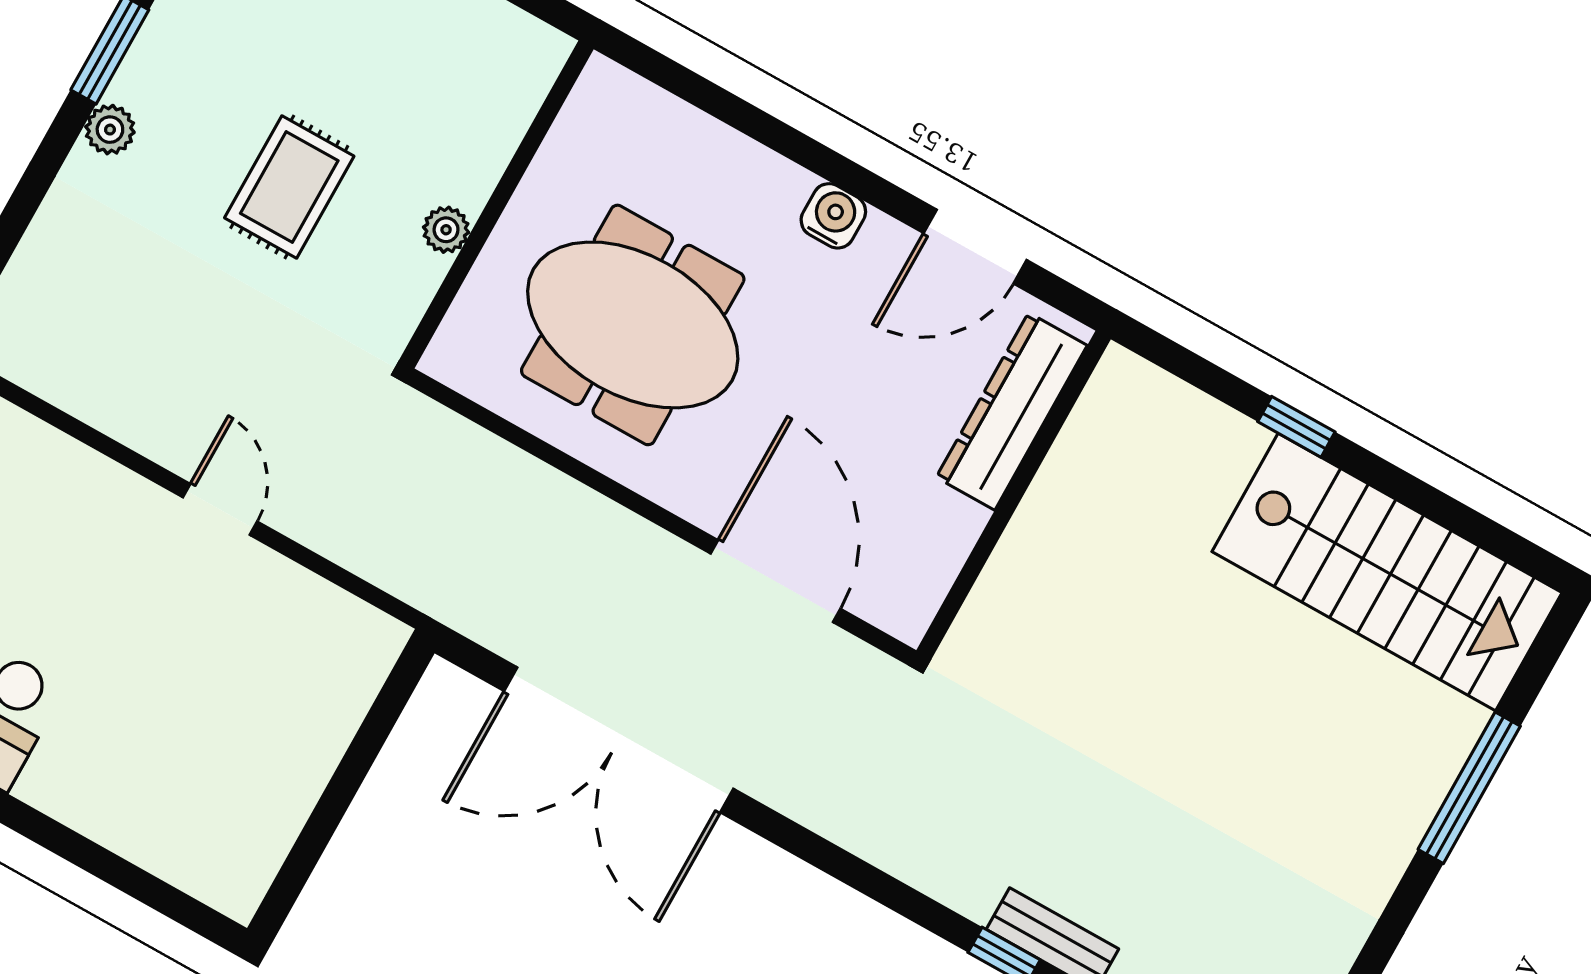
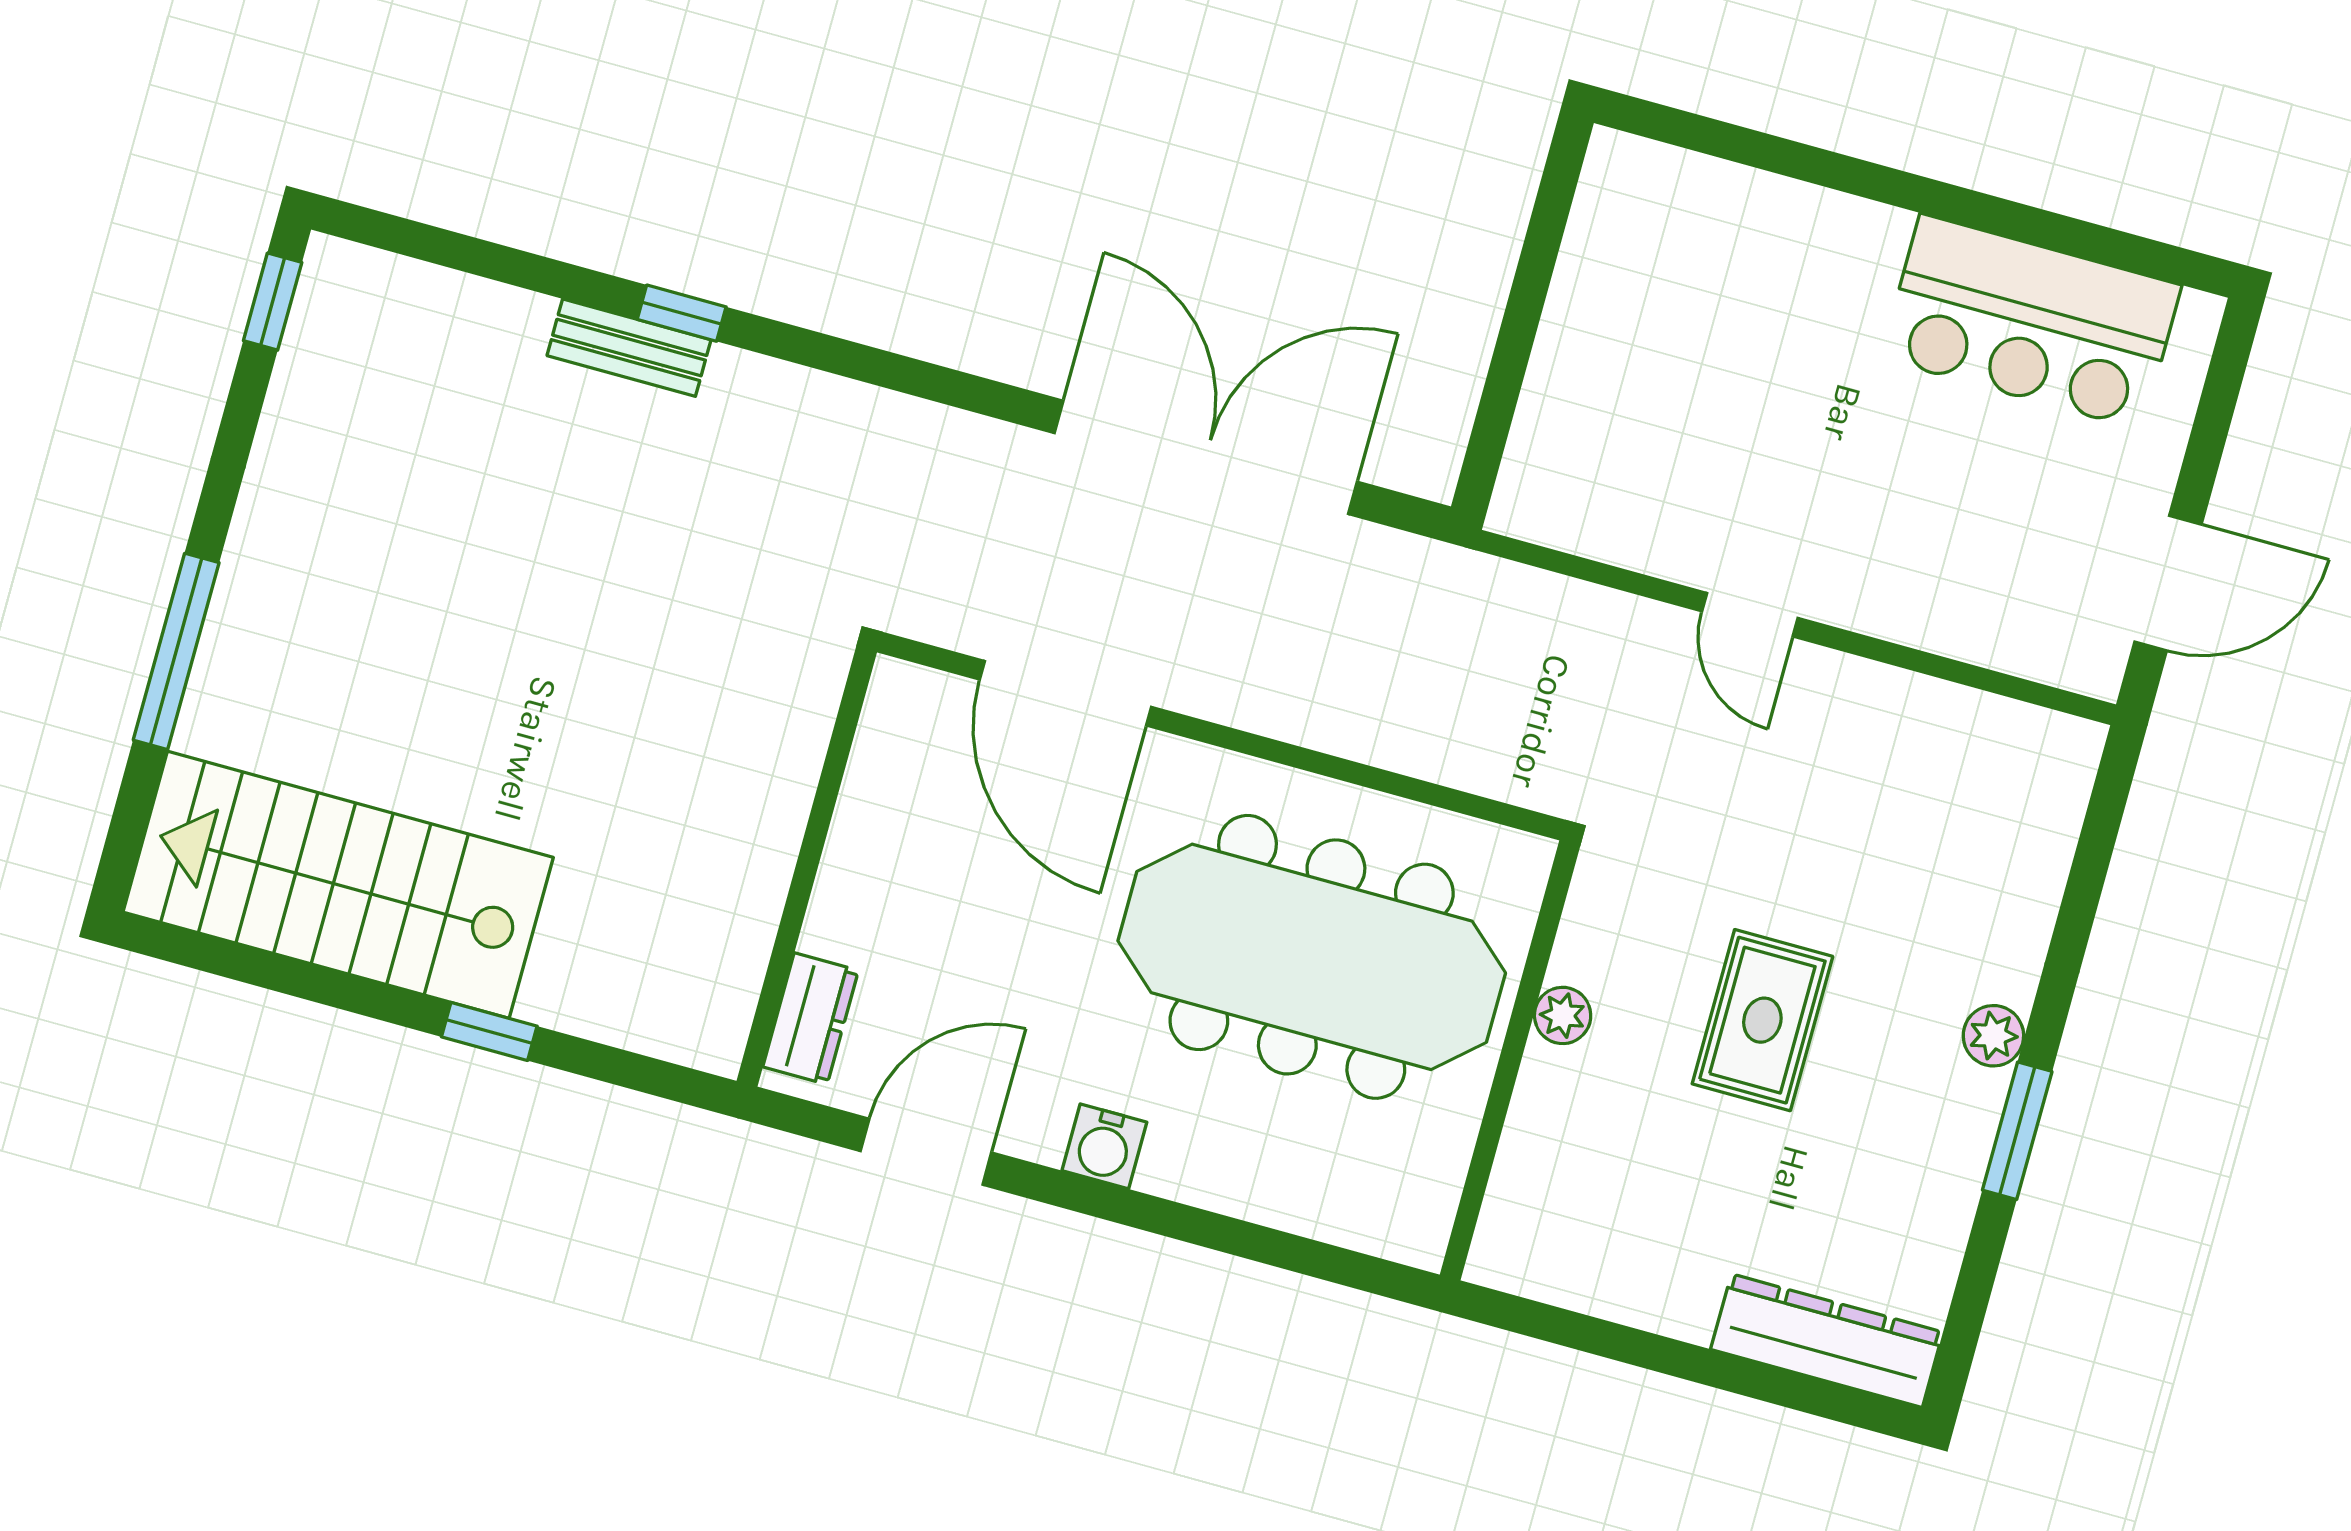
meeting table: (633, 325) -> (1312, 957), width x1.36
dresser: (1012, 411) -> (811, 1019), width x0.51, depth x0.80

